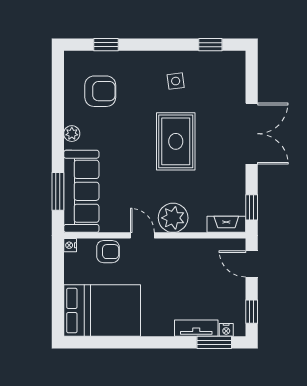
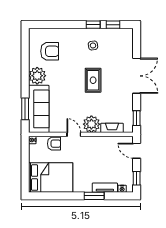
window: (106, 45) -> (93, 25), moved
plant: (72, 134) -> (37, 76), width x1.88, depth x1.88
rug: (176, 141) -> (93, 80), width x0.73, depth x0.70
fireplace: (226, 224) -> (112, 128), moved
window: (214, 342) -> (94, 196), moved

